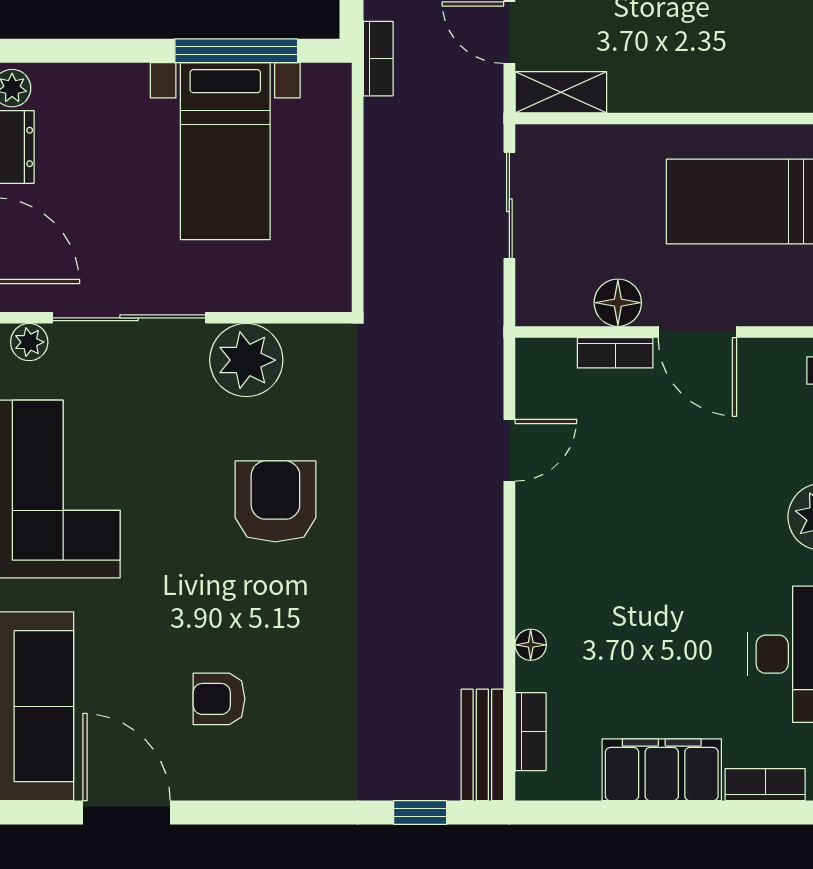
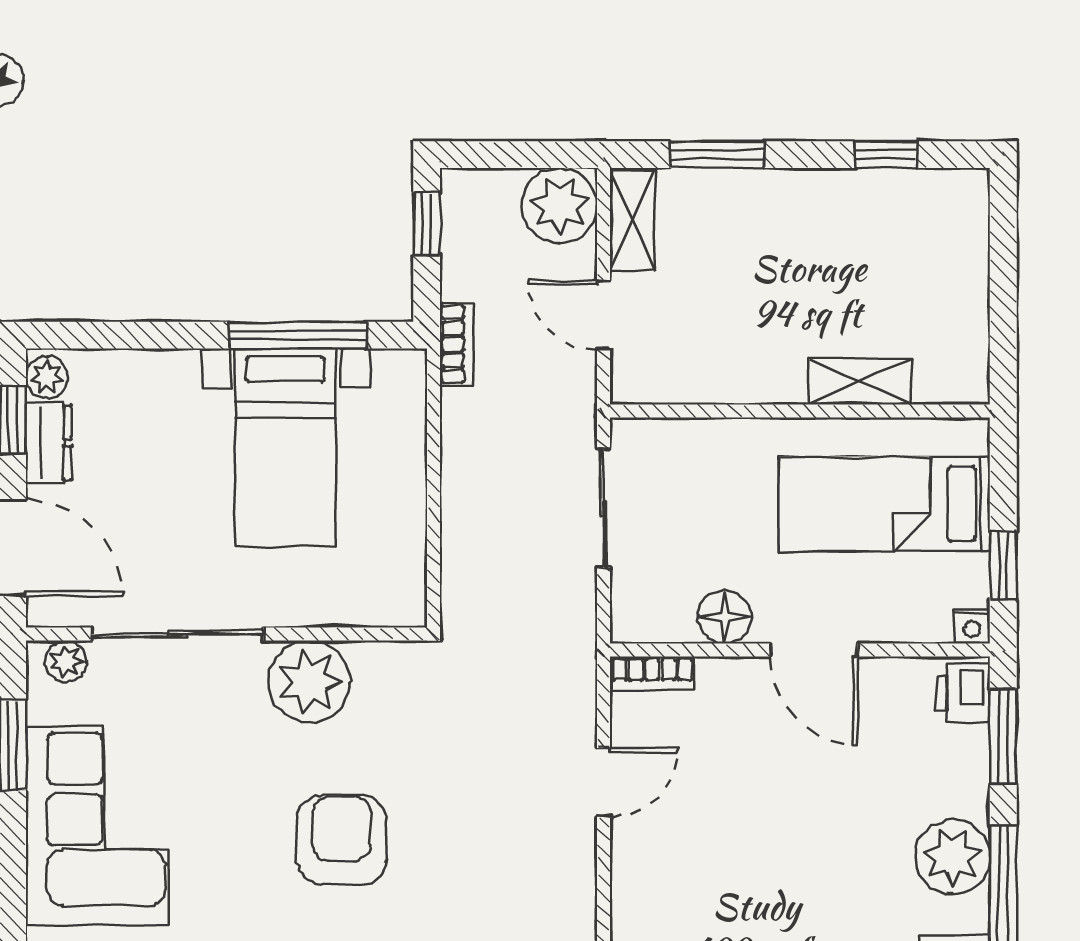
shelving: (561, 92) -> (860, 382), moved
bookcase: (615, 353) -> (652, 673), moved

